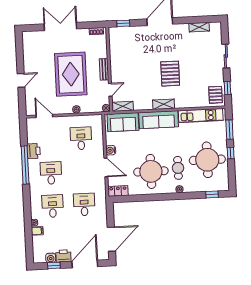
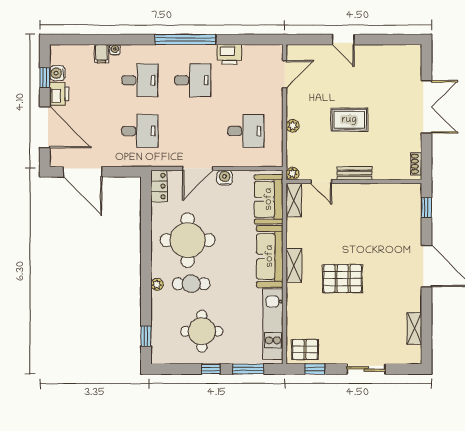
rug: (71, 74) -> (349, 120), width x0.54, depth x0.49
round table: (207, 160) -> (202, 331), width x0.73, depth x0.73
window: (25, 165) -> (185, 40), moved

